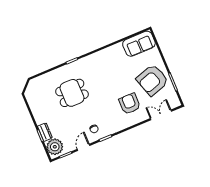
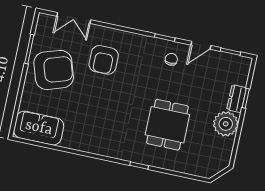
dining table: (72, 93) -> (167, 125), turned 90
plant: (55, 147) -> (226, 124), moved

